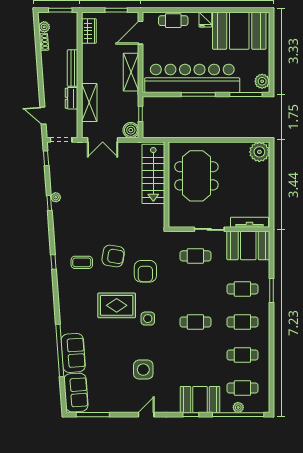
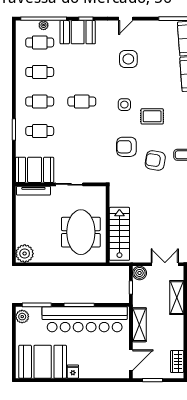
cafe table: (173, 21) -> (102, 371), removed
cafe table: (195, 256) -> (82, 161), removed
armchair: (145, 271) -> (126, 147), turned -90
rug: (117, 305) -> (152, 116), width x0.73, depth x0.70

